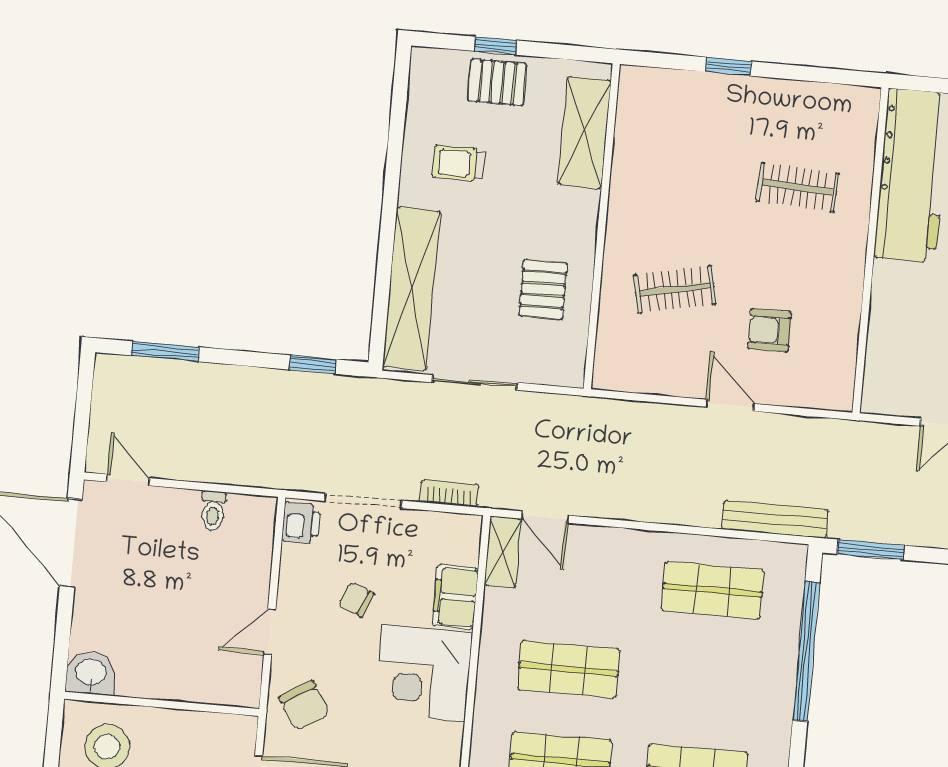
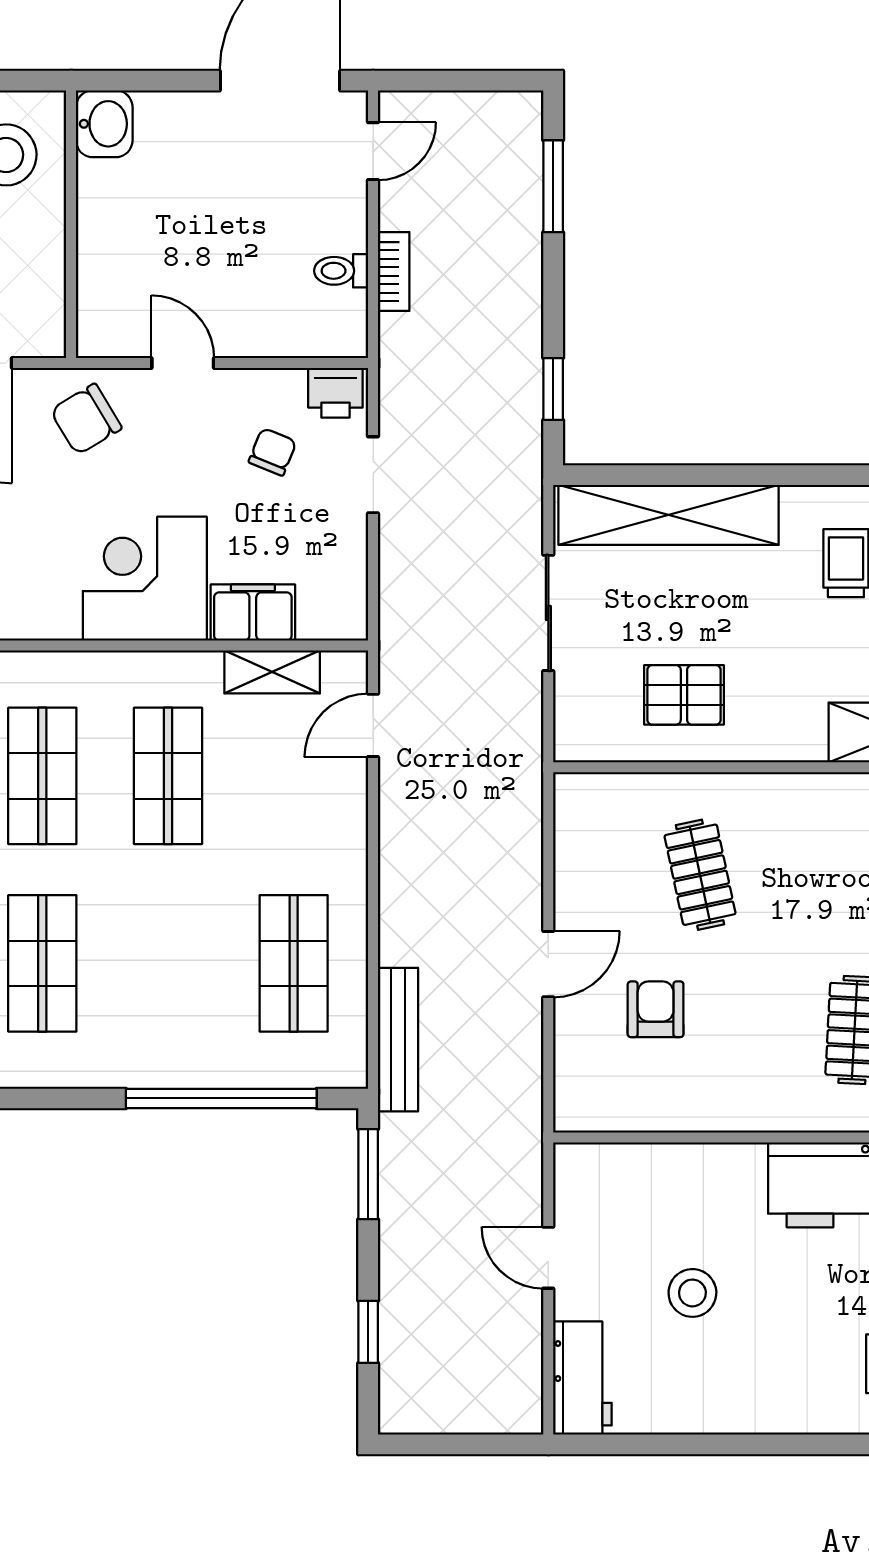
bookcase: (449, 493) -> (394, 272), moved
doorway: (363, 501) -> (373, 475), width x0.73
shelving: (503, 552) -> (272, 672), moved
chair: (356, 599) -> (272, 452), moved

